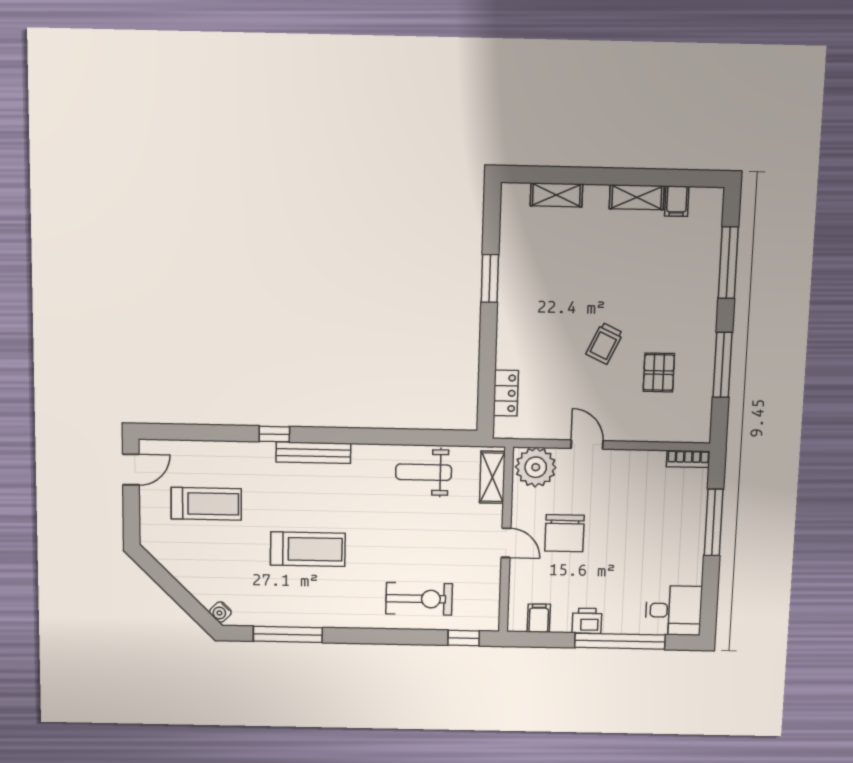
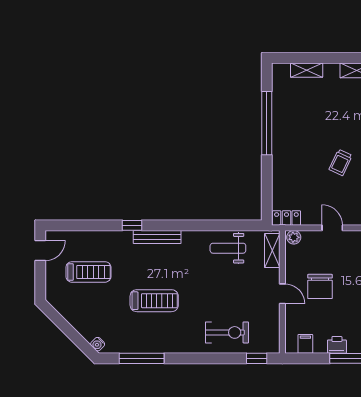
window: (490, 278) -> (267, 123), width x2.11
locker: (506, 393) -> (286, 218), moved, turned -90
plant: (536, 467) -> (294, 237), width x0.53, depth x0.53

